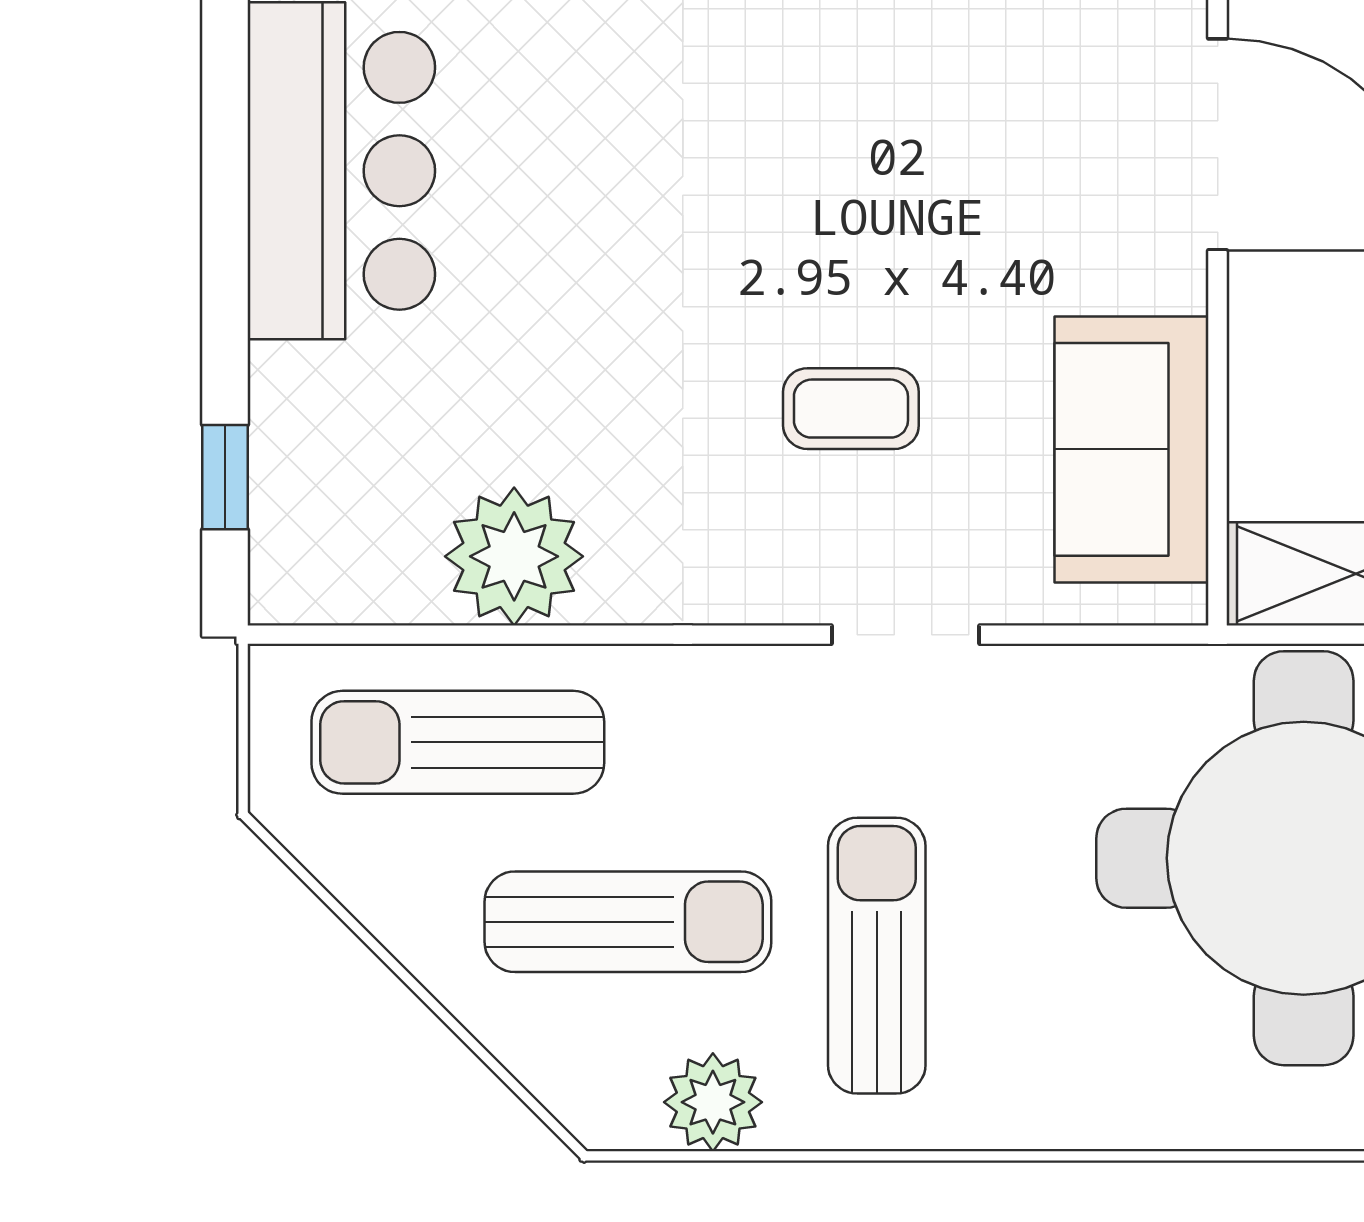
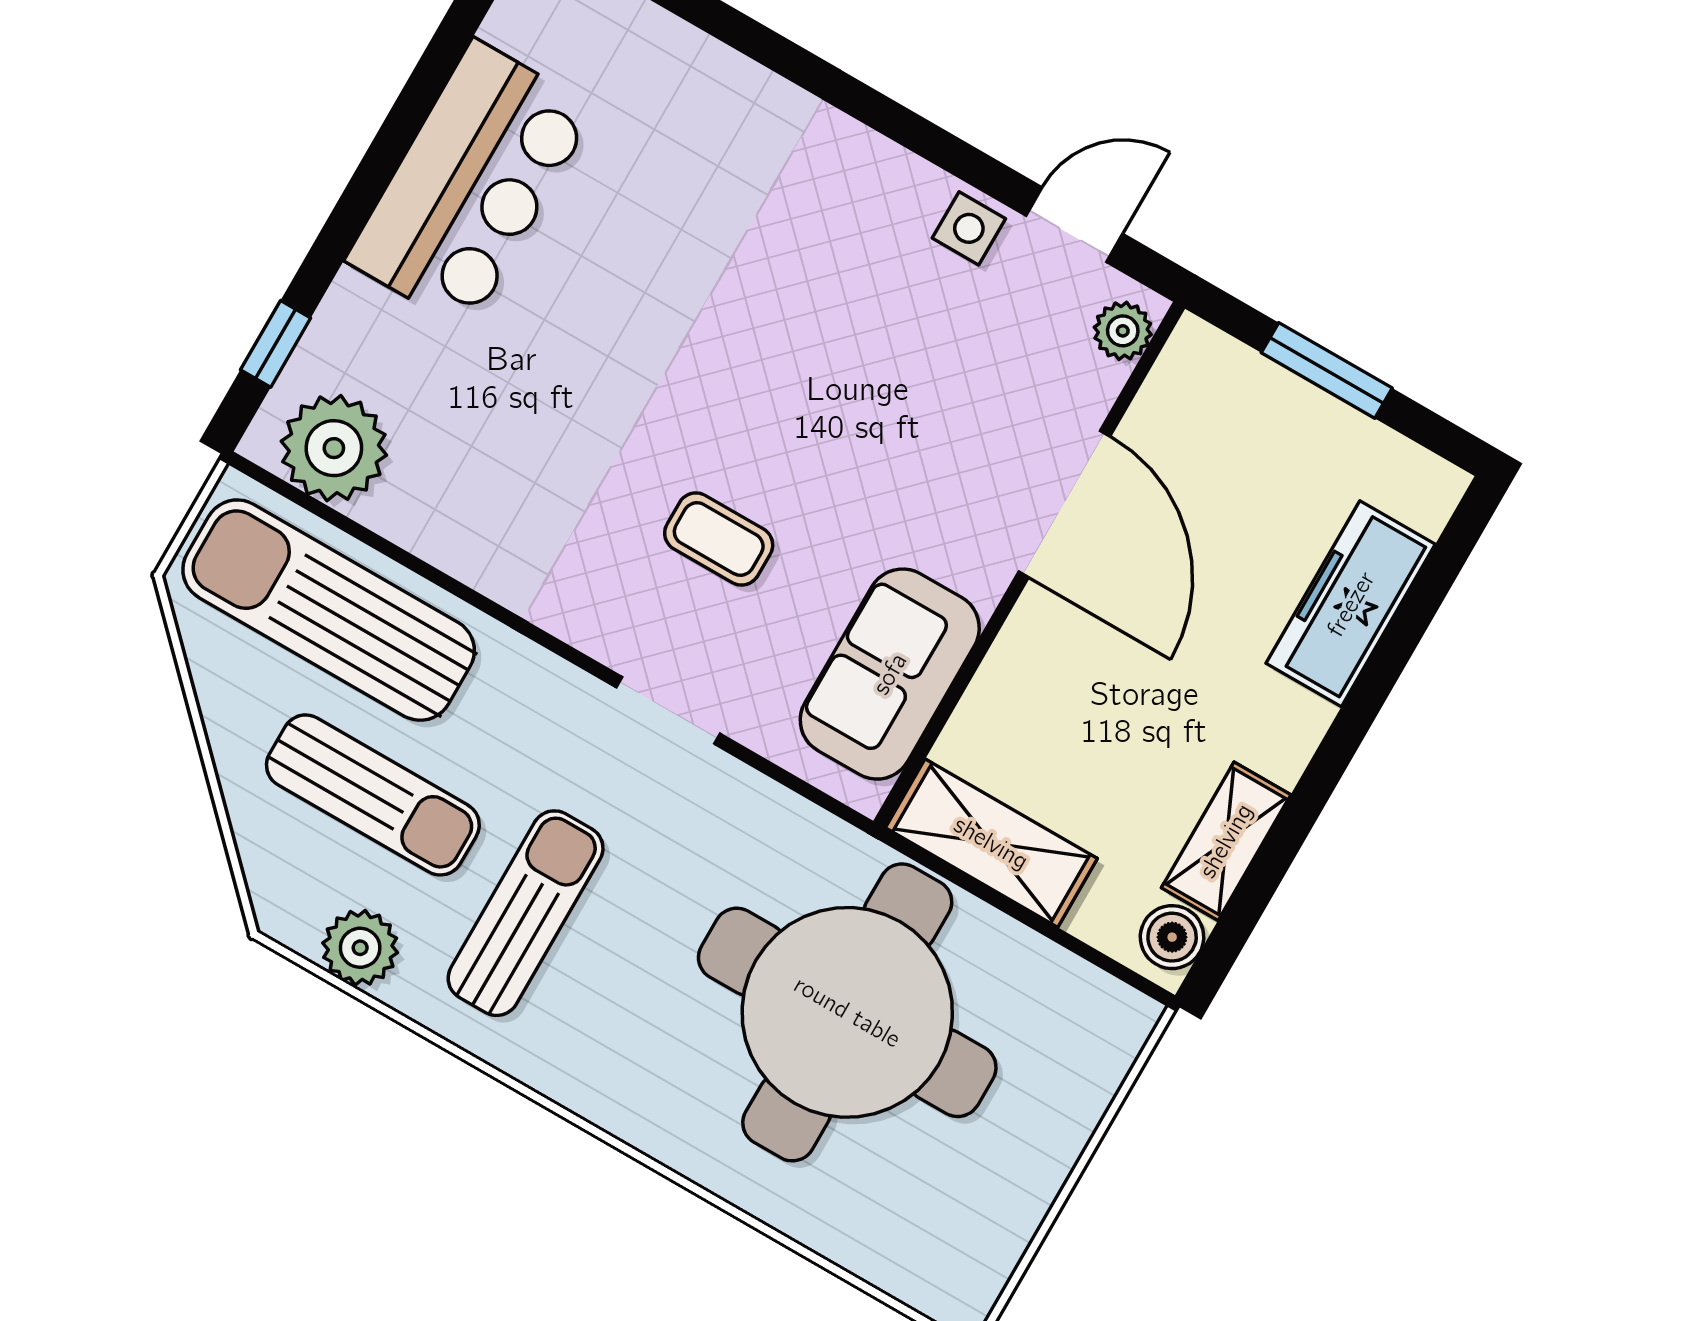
plant: (514, 556) -> (334, 448), moved
sun lounger: (458, 742) -> (329, 610), width x1.36, depth x1.34

